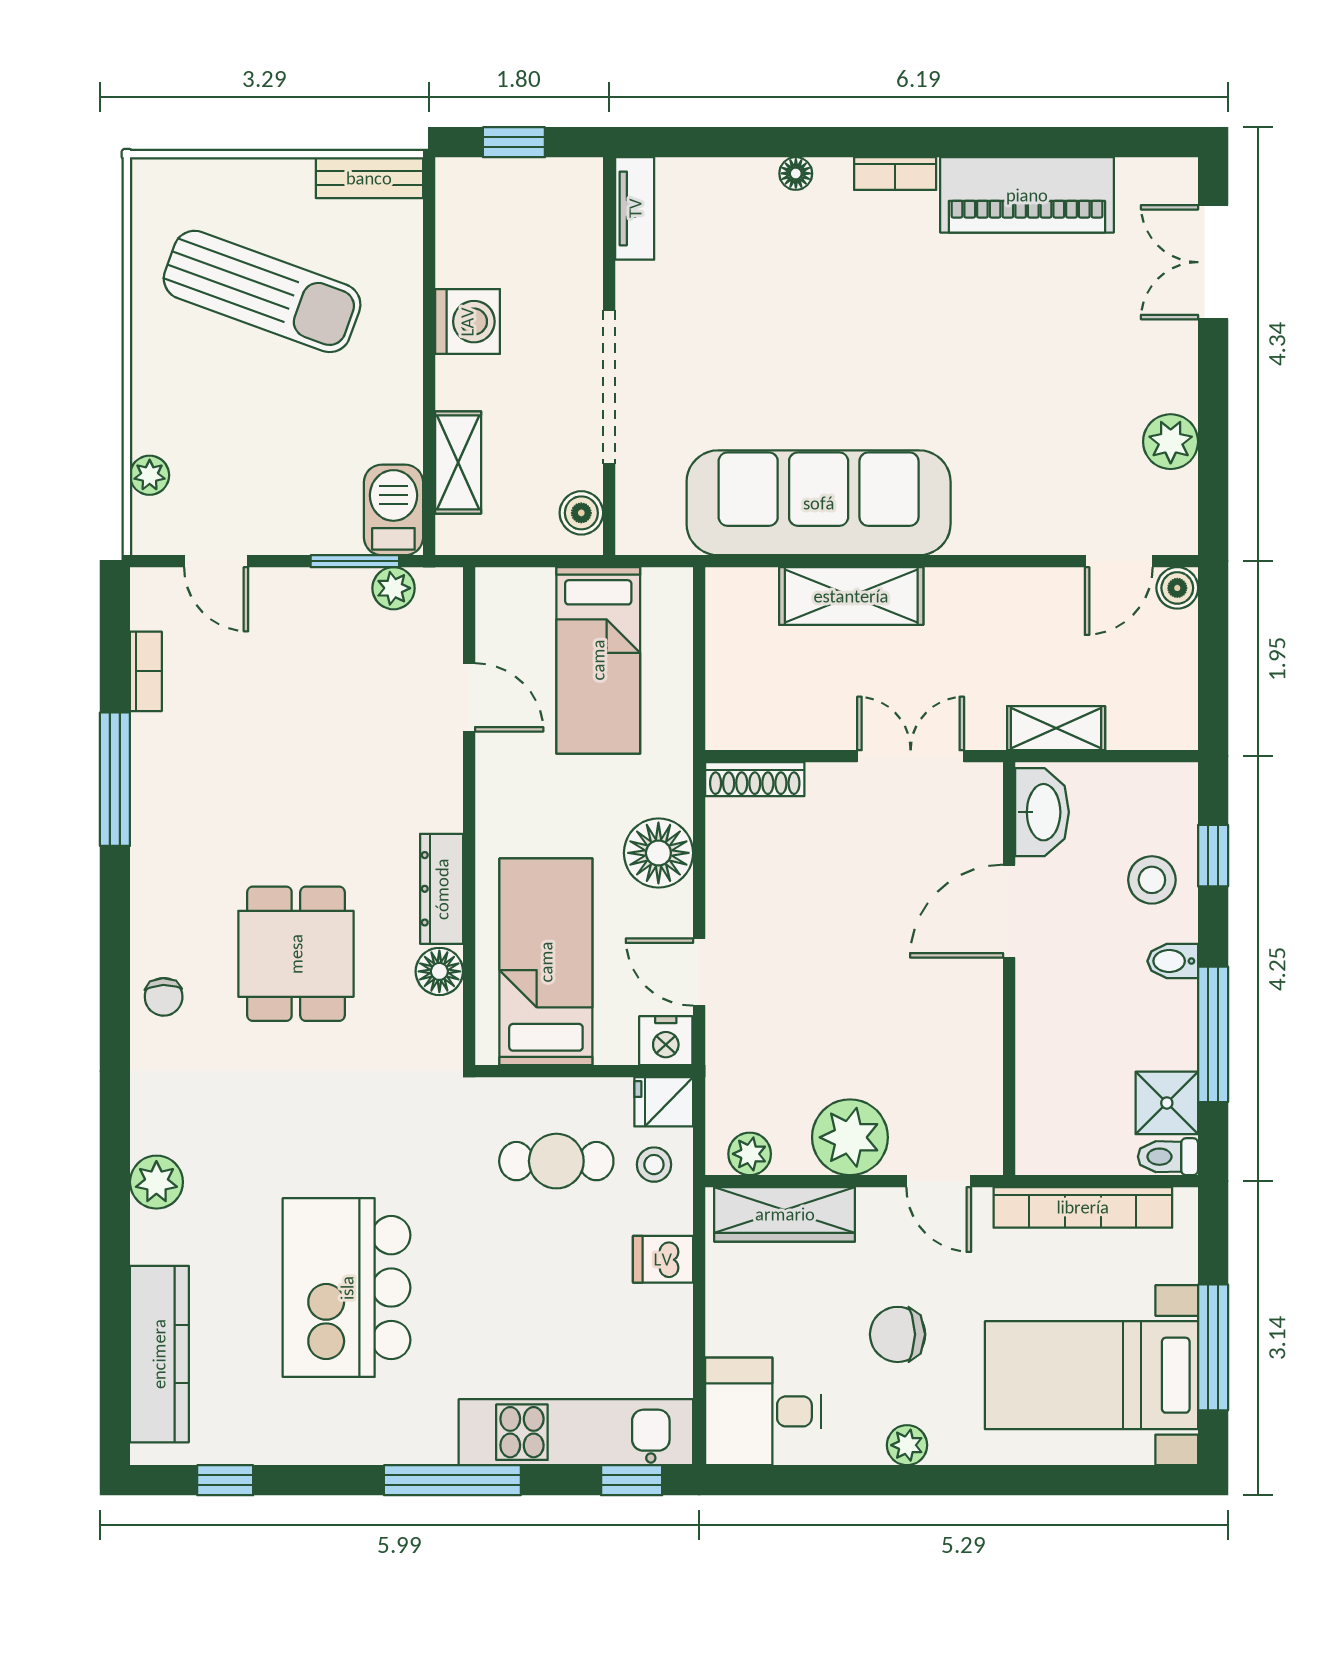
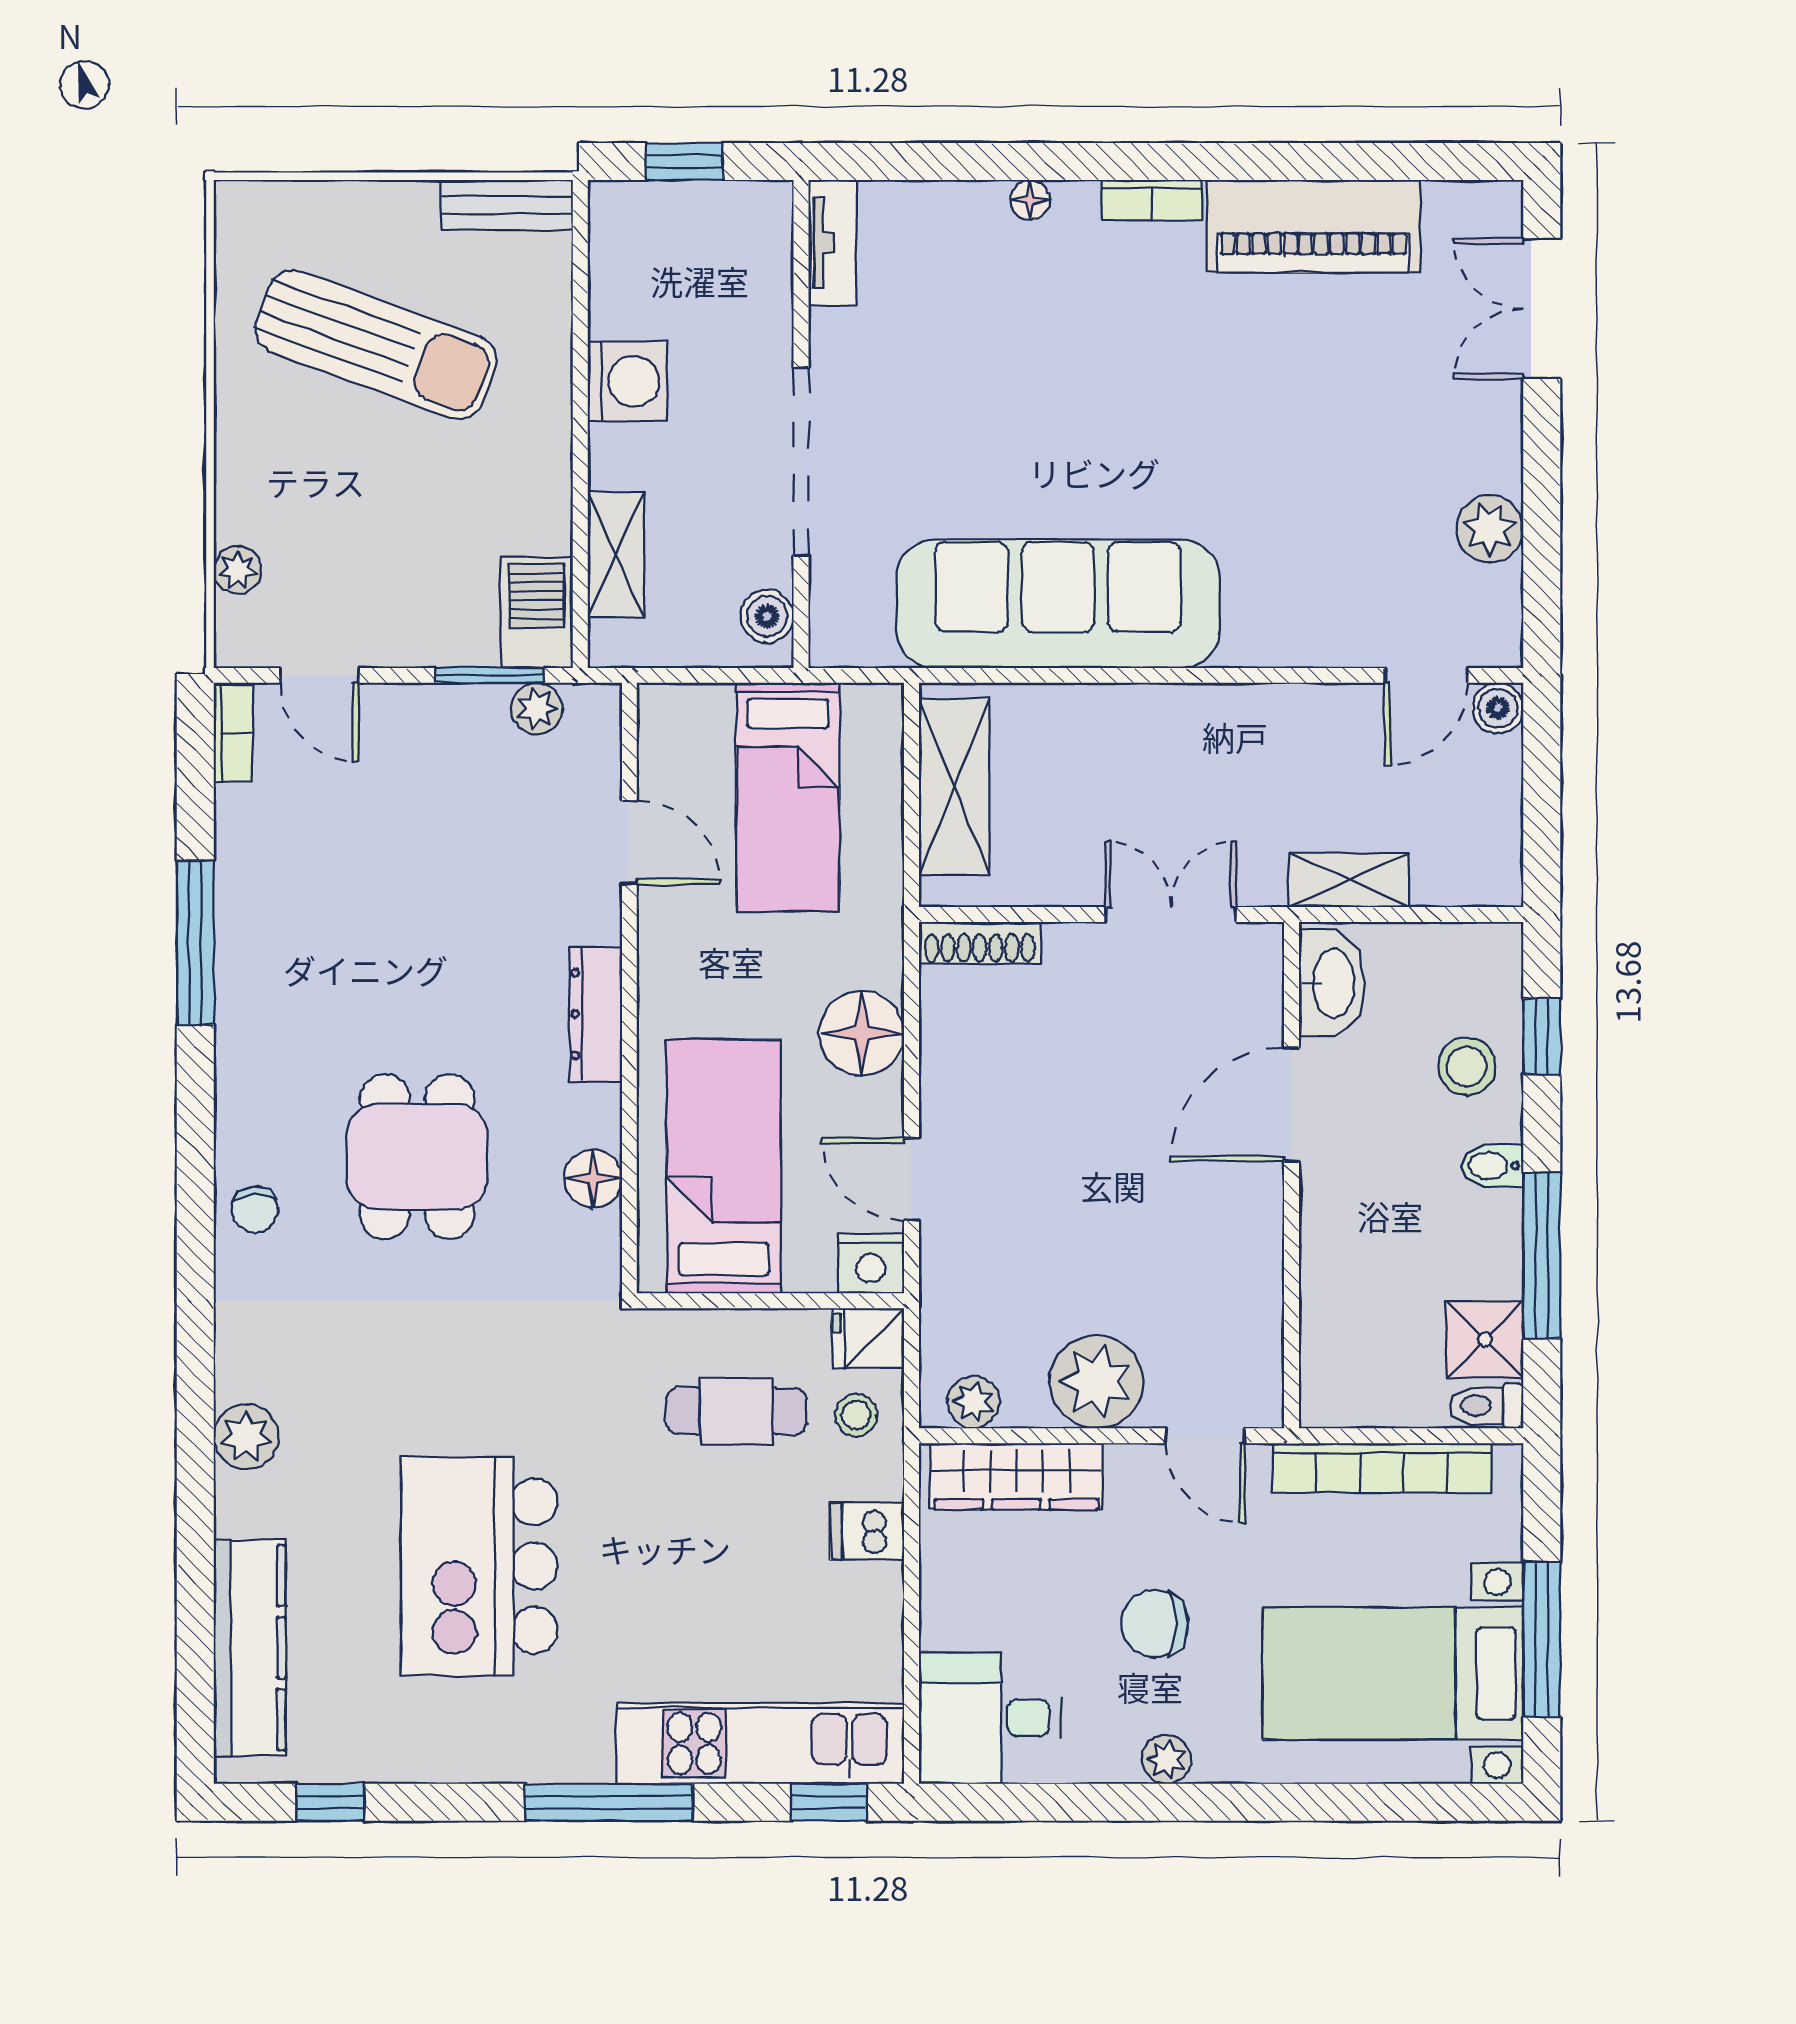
shelving: (851, 596) -> (954, 787), moved, turned 90
bookcase: (146, 671) -> (233, 733), moved
dresser: (442, 889) -> (596, 1014), moved

